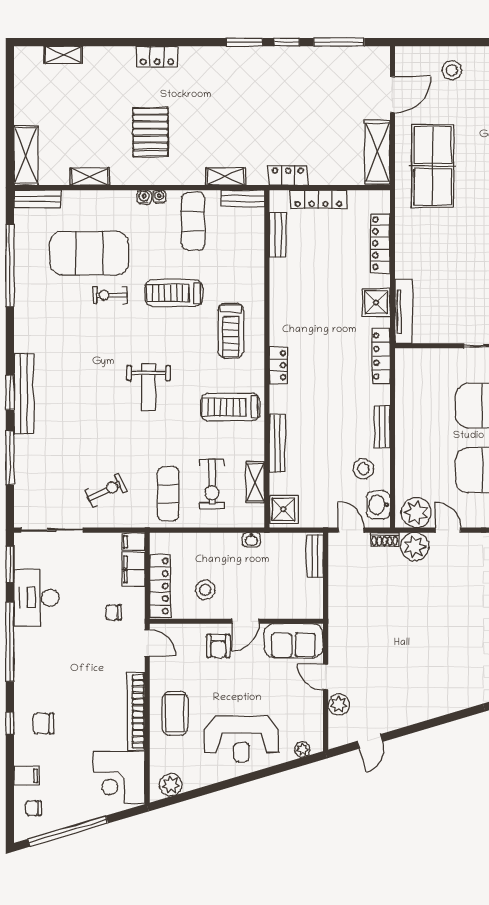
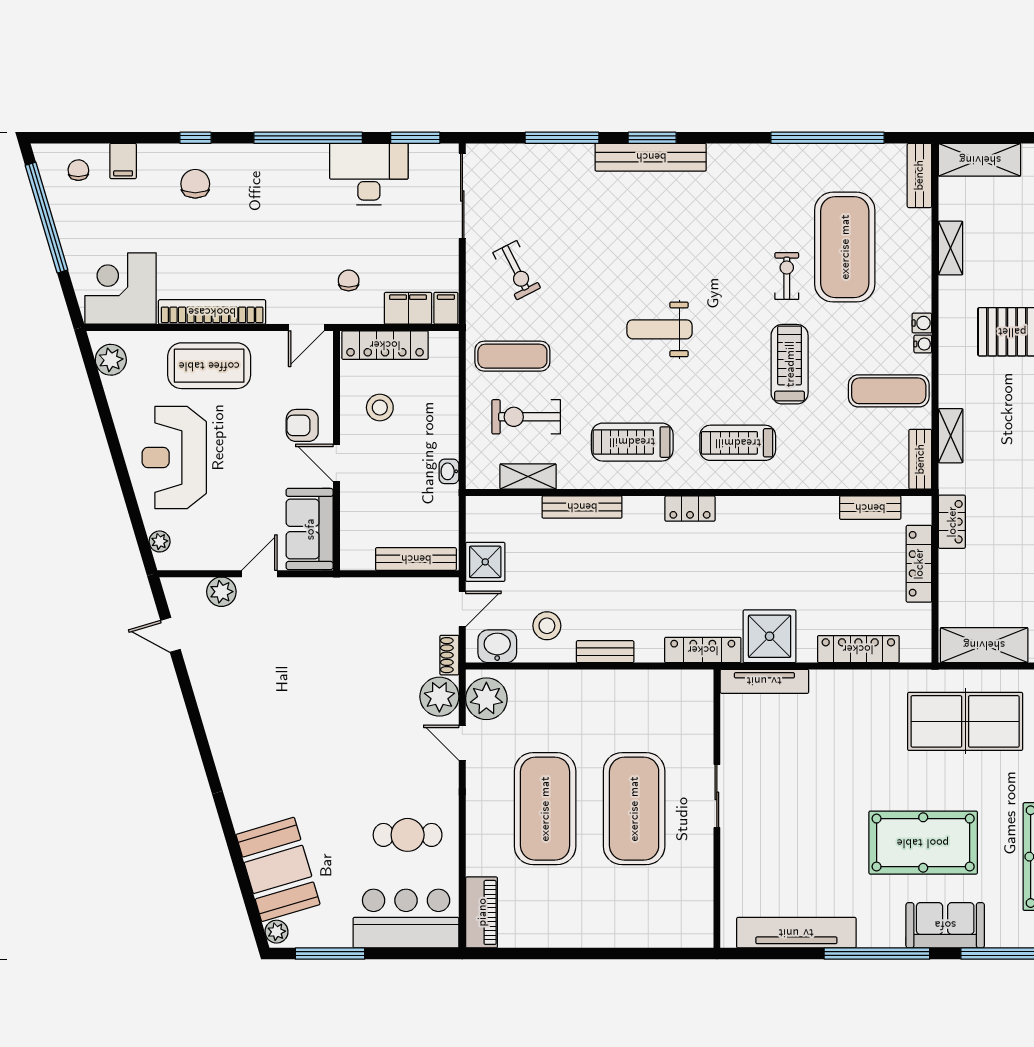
shower: (376, 302) -> (770, 636), width x1.36, depth x1.36
treadmill: (230, 407) -> (632, 442), turned -90
shower: (283, 509) -> (485, 562), moved
door: (448, 530) -> (462, 743), swing flipped
bench: (315, 556) -> (416, 559), width x1.36
coffee table: (175, 713) -> (209, 366), width x1.36, depth x1.32

